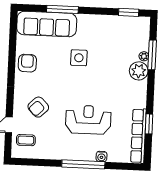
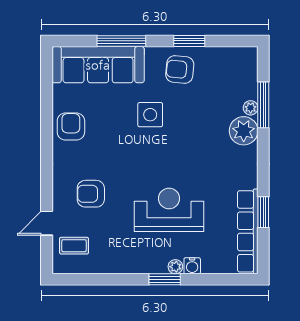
window: (129, 12) -> (189, 41), moved
armchair: (99, 29) -> (180, 69), added
armchair: (38, 107) -> (91, 194), turned 44
plant: (91, 157) -> (175, 267), added
window: (83, 164) -> (165, 279), width x0.47

